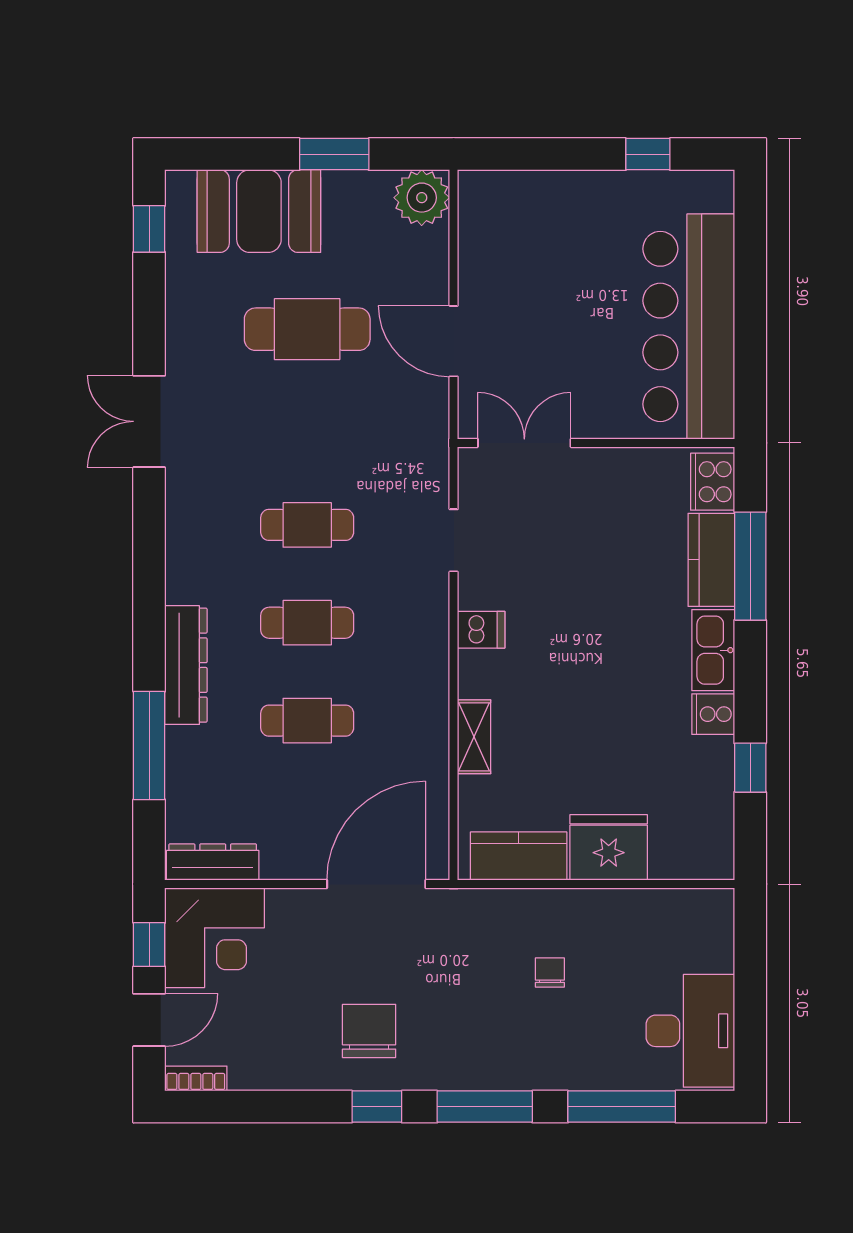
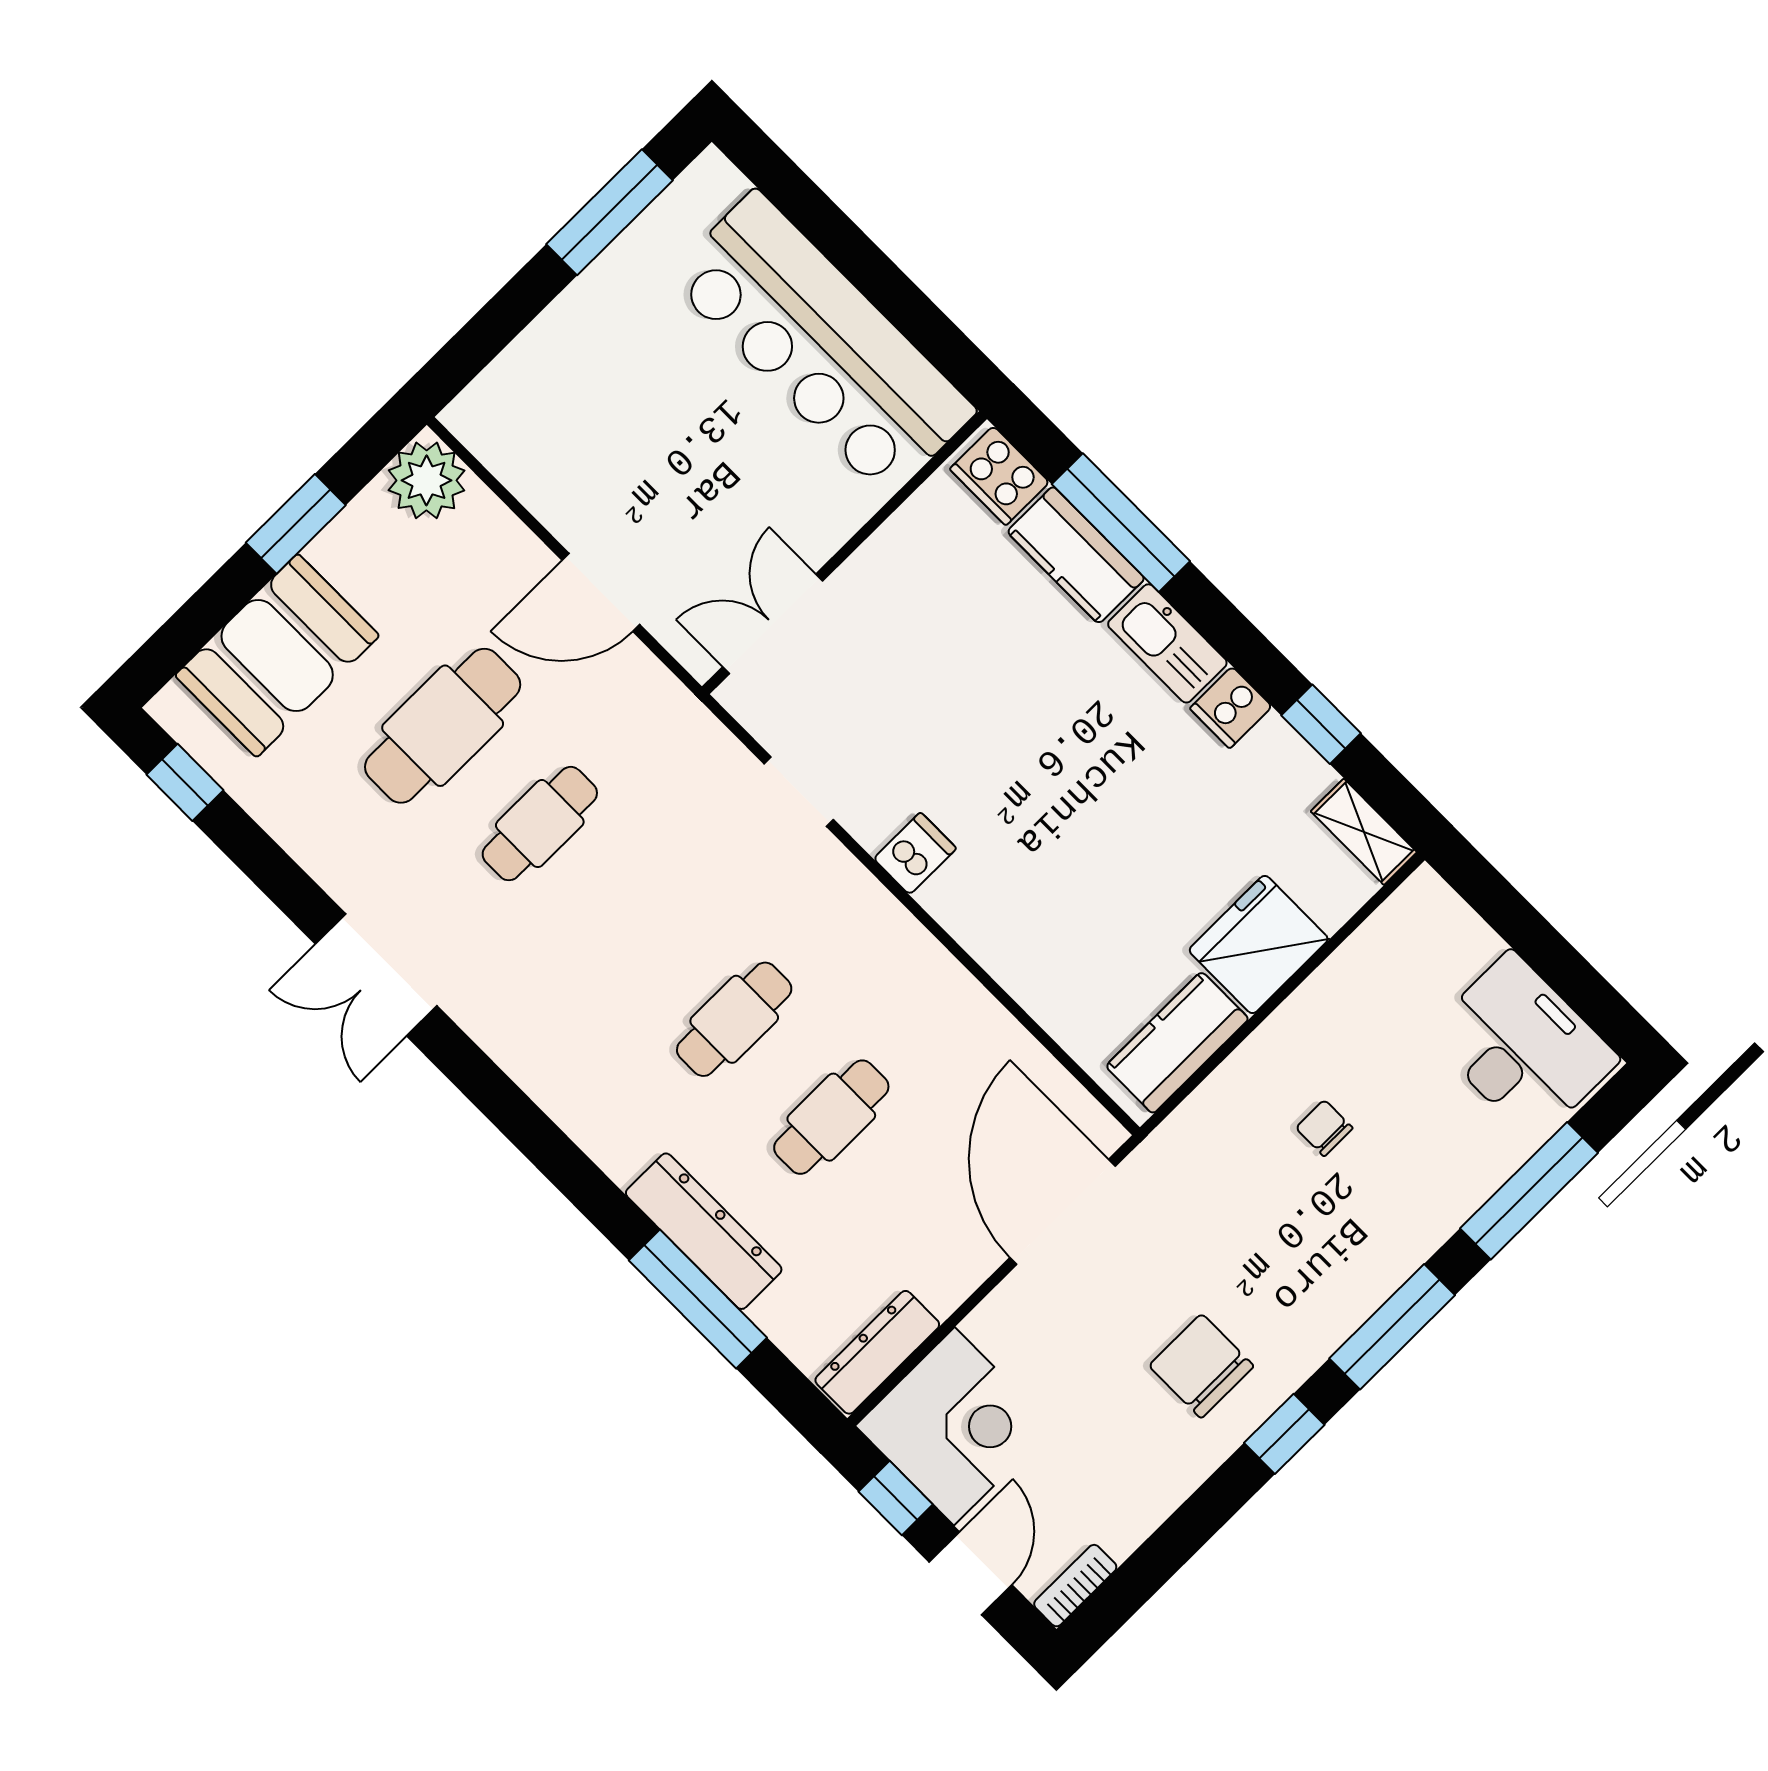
window: (648, 154) -> (609, 212), width x2.17
cafe table: (307, 525) -> (540, 824), moved
dresser: (186, 665) -> (704, 1231), moved
shelving: (474, 737) -> (1364, 832), moved

